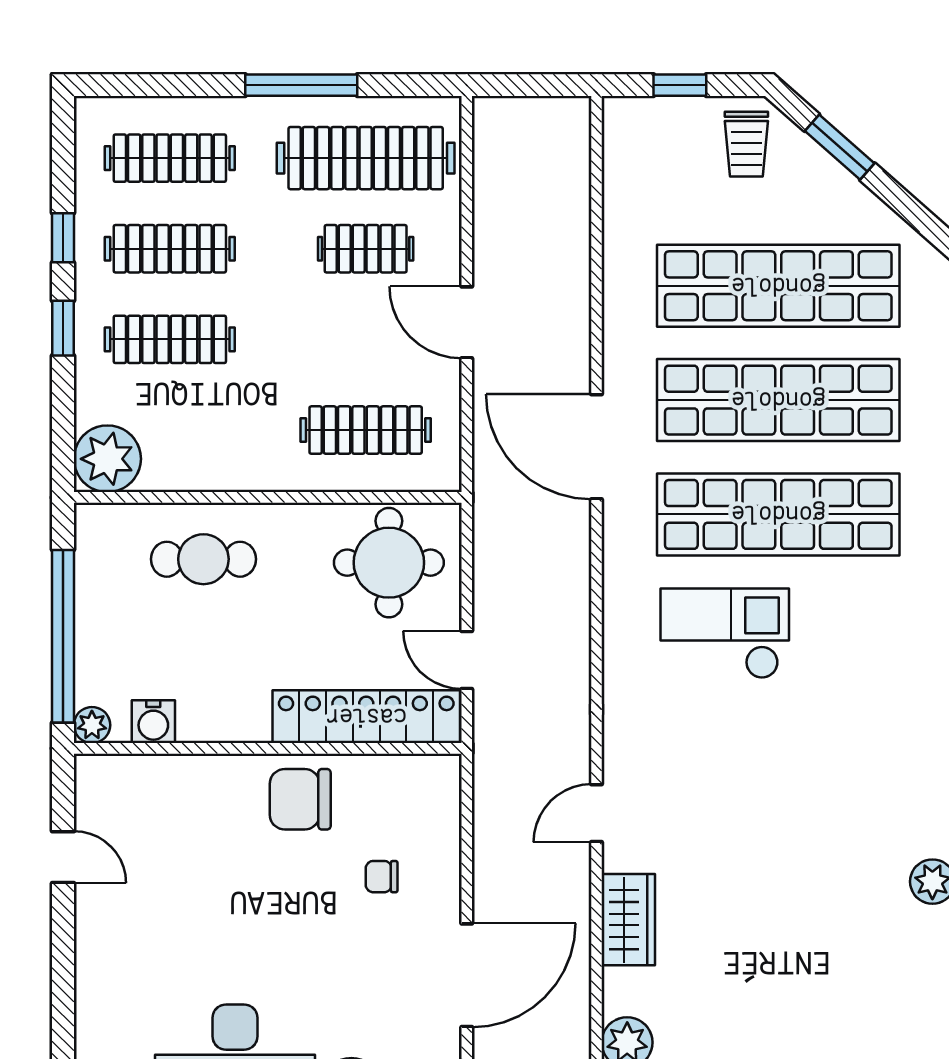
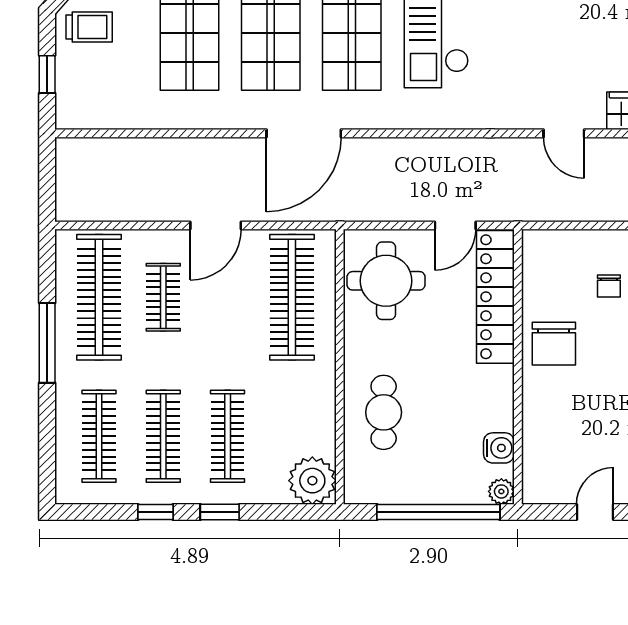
clothes rail: (366, 430) -> (292, 297), width x1.37, depth x1.31

